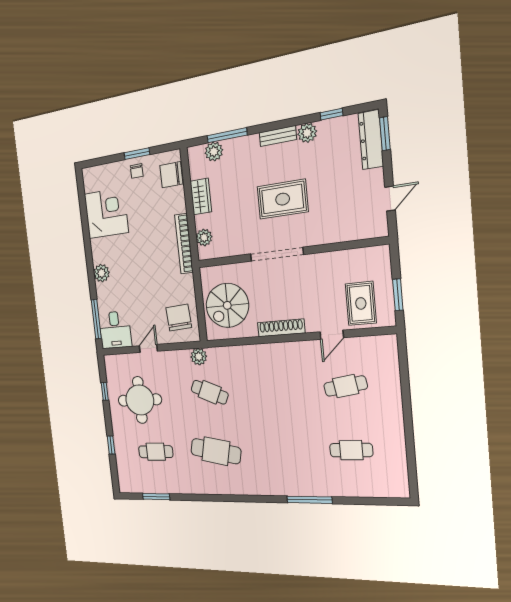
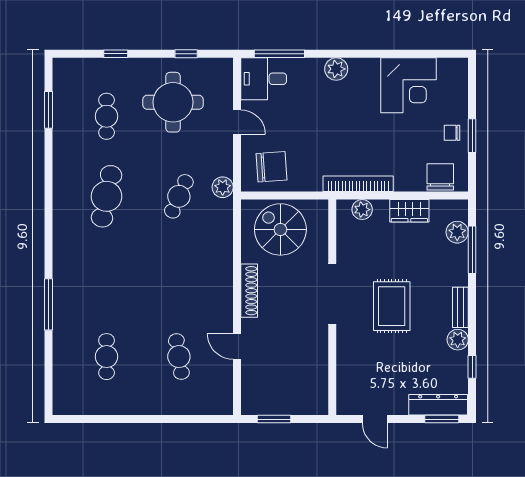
rug: (361, 303) -> (268, 380), removed

